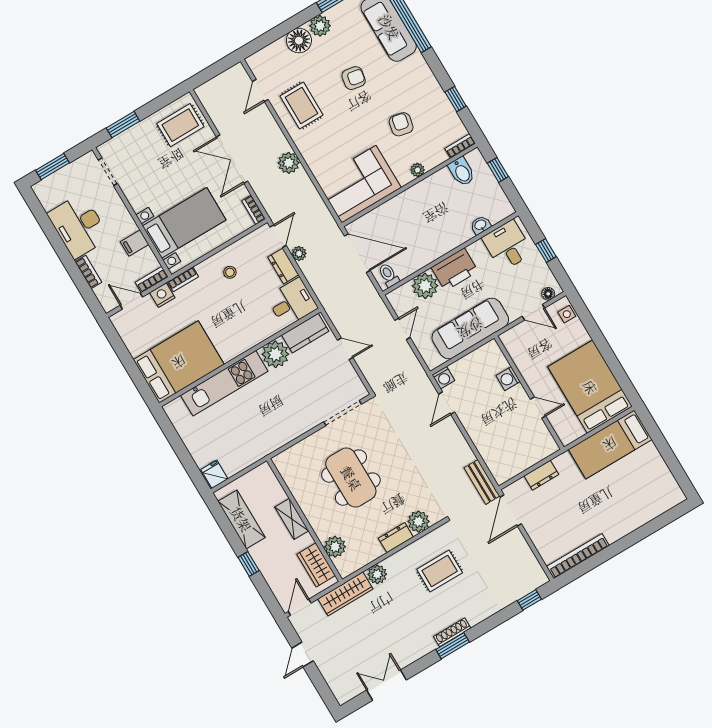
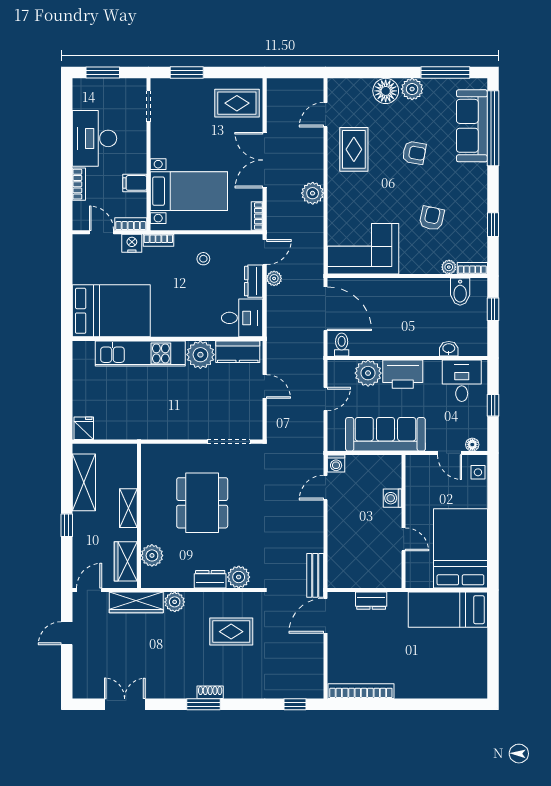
plant: (418, 170) -> (449, 267), moved
shoe rack: (452, 632) -> (210, 692), width x0.70

